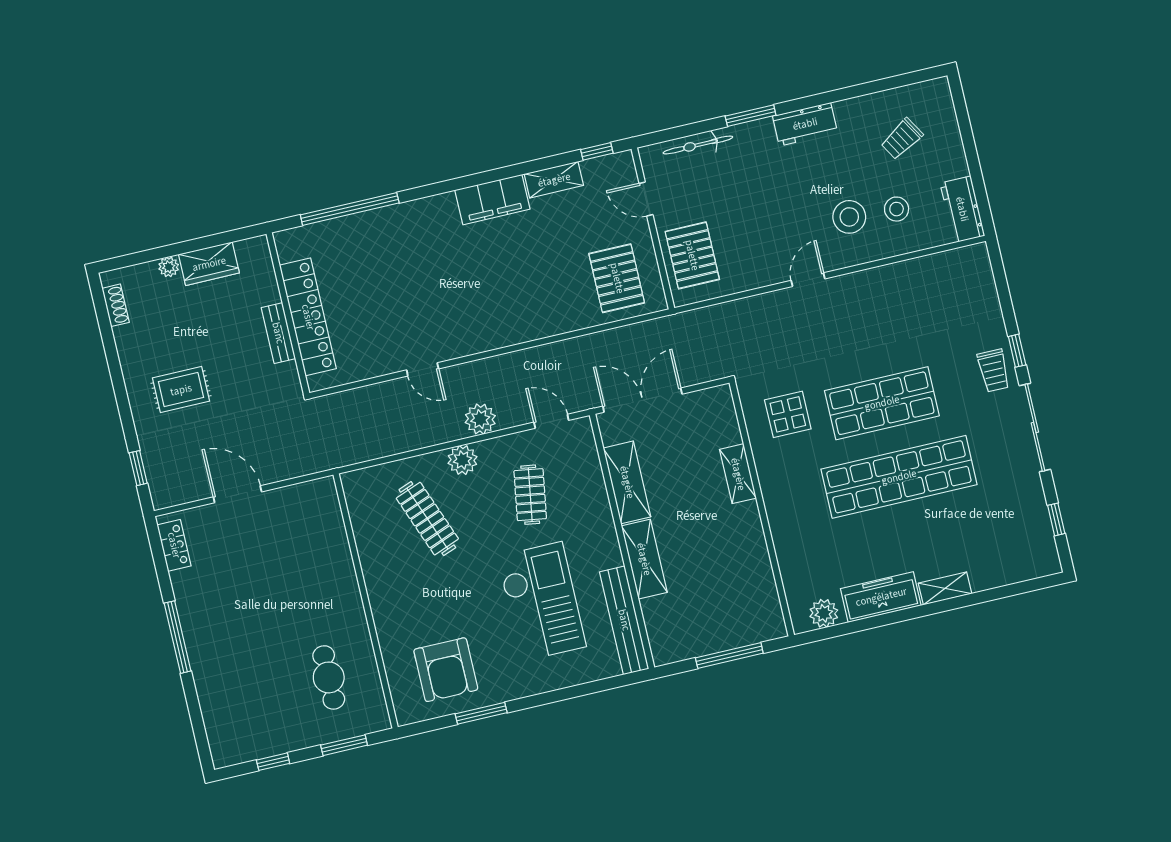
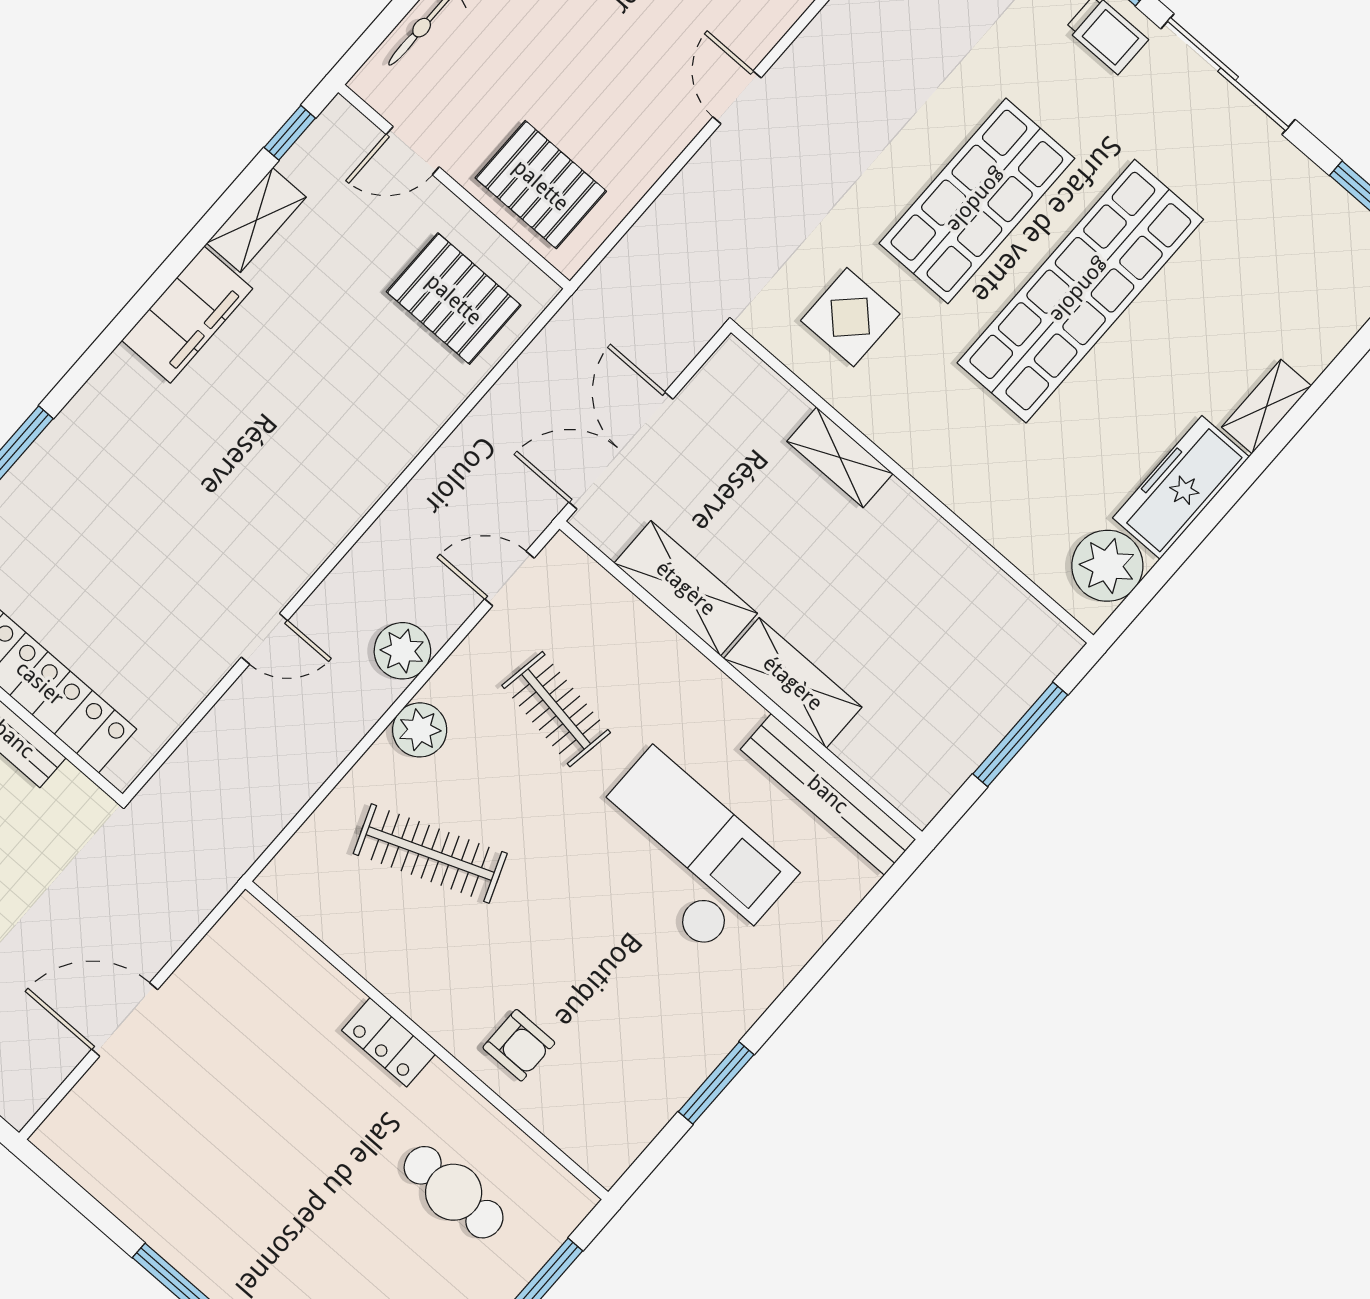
locker: (174, 545) -> (388, 1042), moved, turned 180
plant: (824, 613) -> (1107, 566), width x1.36, depth x1.36
armchair: (446, 670) -> (519, 1045), moved, width x0.53, depth x0.53

